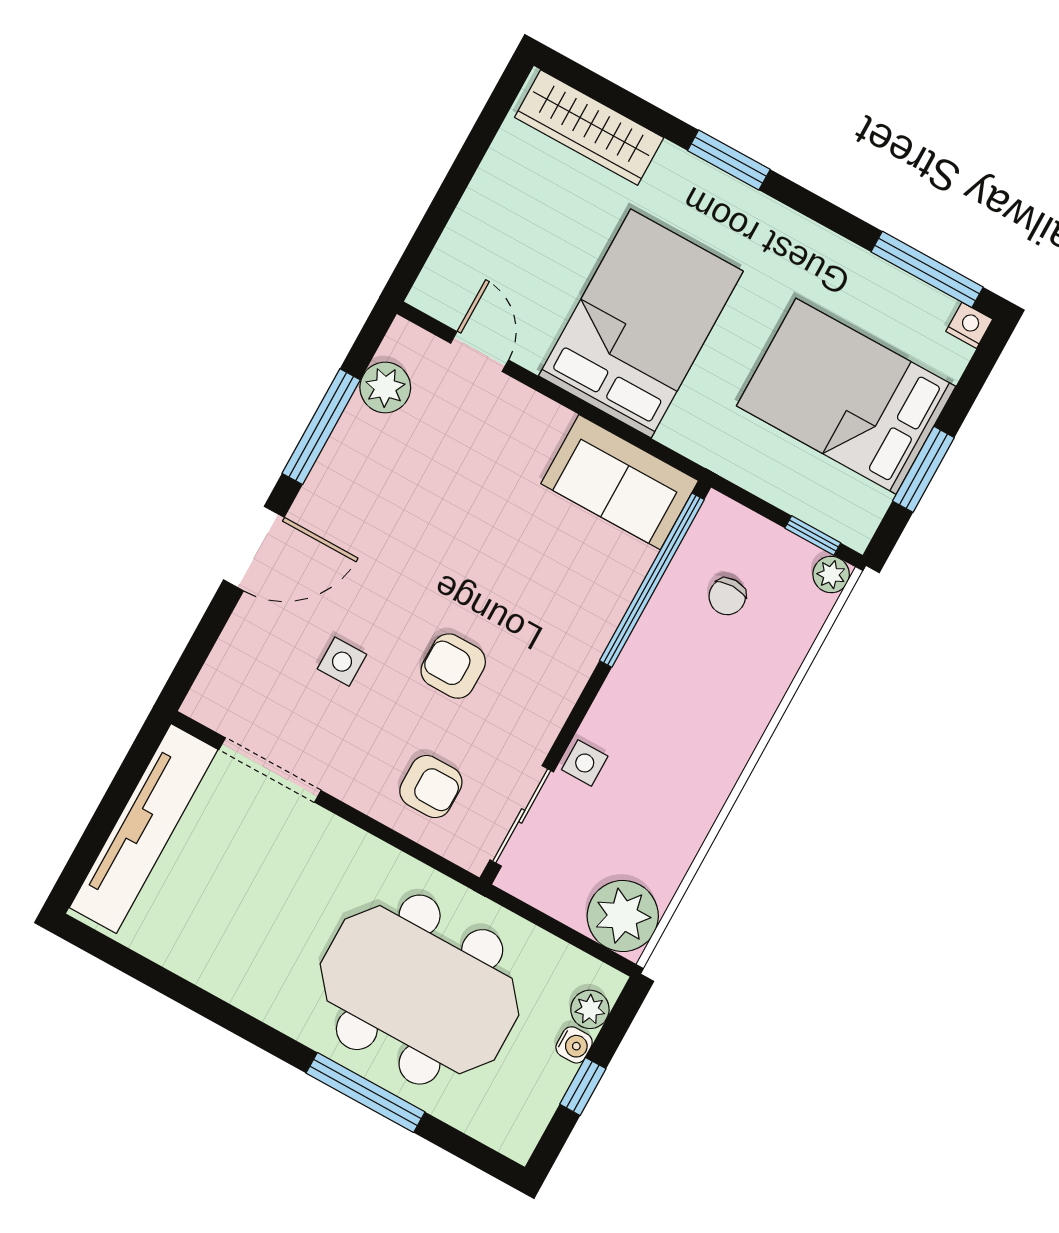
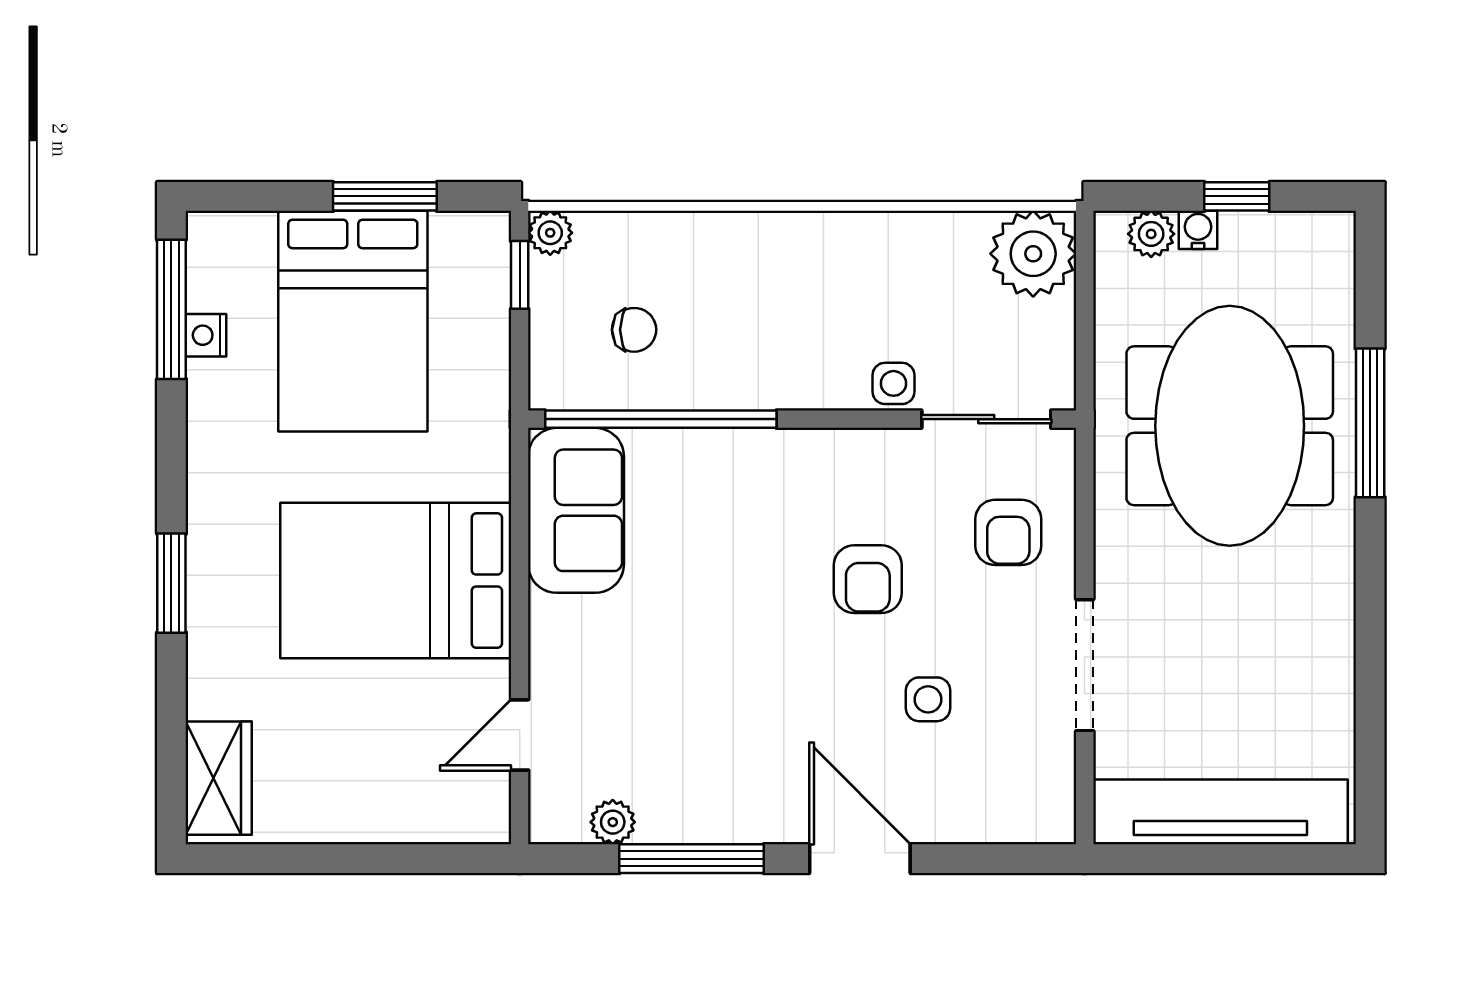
wardrobe: (589, 128) -> (219, 778), width x0.67
nightstand: (969, 325) -> (206, 335), moved
plant: (385, 387) -> (613, 822), width x0.73, depth x0.73
doorway: (270, 770) -> (1085, 665), moved
armchair: (431, 787) -> (1008, 532), turned 180

